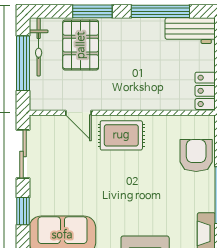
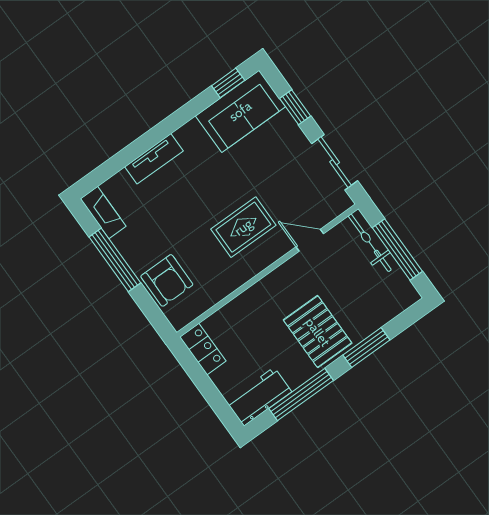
pallet: (81, 45) -> (318, 332), moved
bicycle: (39, 47) -> (370, 243), moved
rug: (121, 135) -> (243, 227), moved

